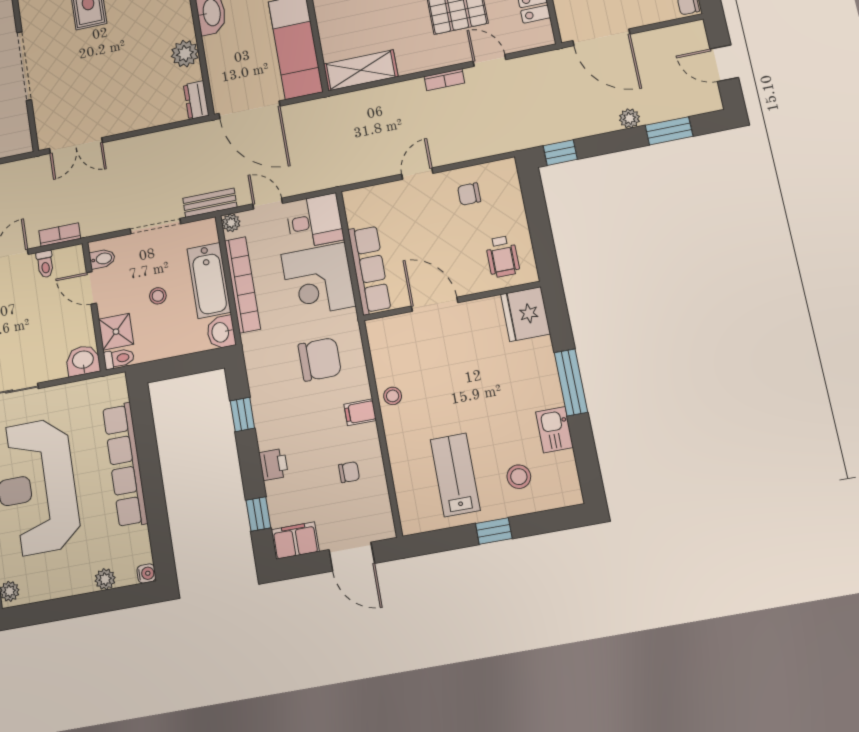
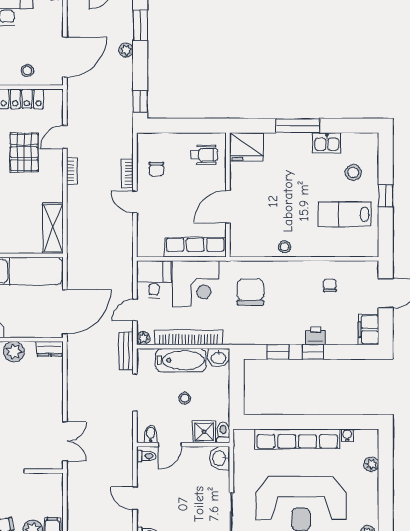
bookcase: (60, 235) -> (127, 174), moved
toilet: (45, 264) -> (146, 456), moved
filing cabinet: (360, 412) -> (291, 271), removed
window: (258, 514) -> (313, 352), moved
water cooler: (146, 573) -> (347, 435), moved

